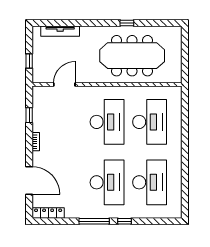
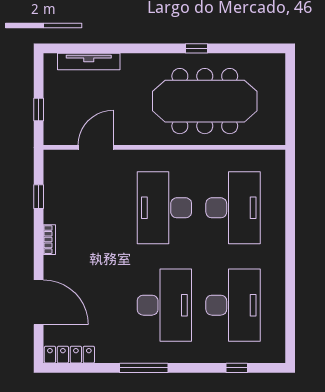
desk: (107, 122) -> (164, 208), turned 180
window: (125, 221) -> (237, 368), moved

